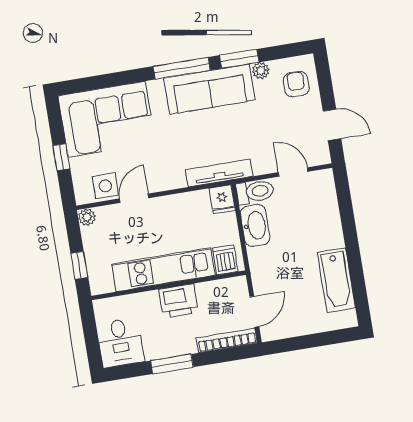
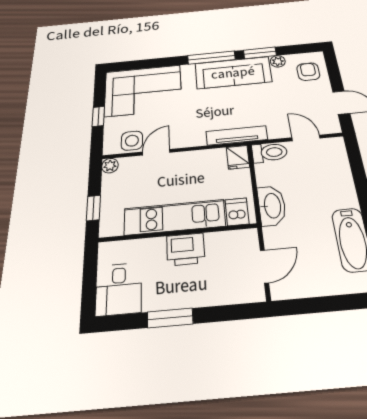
washbasin: (255, 225) -> (272, 206), moved
bookcase: (227, 340) -> (233, 296), removed

